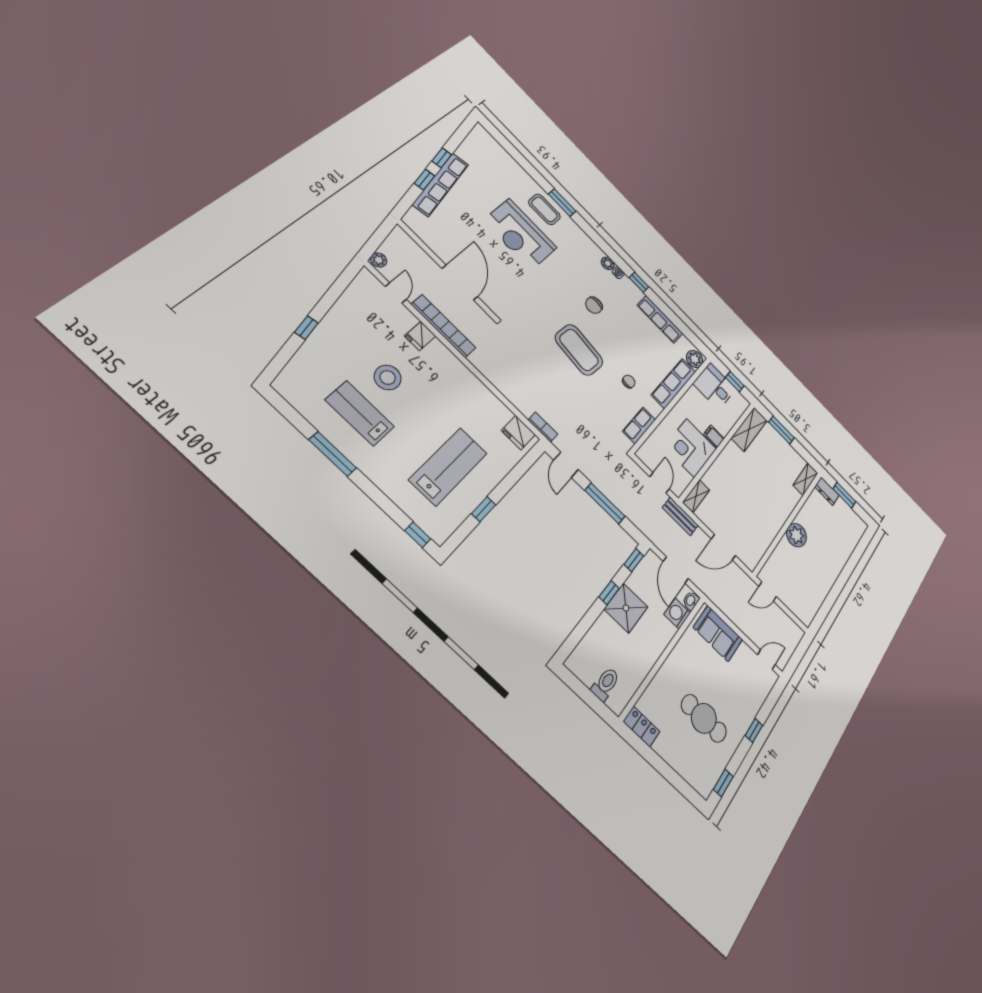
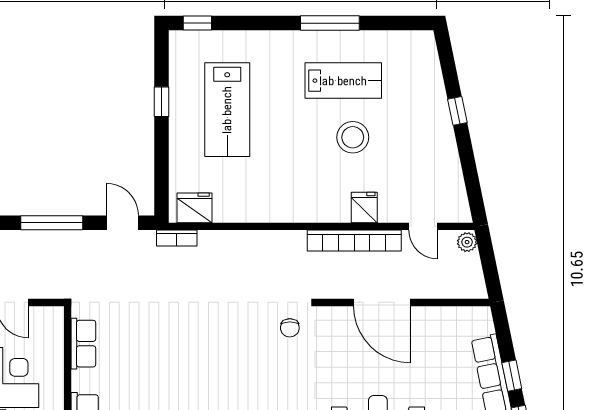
coffee table: (579, 350) -> (212, 360), removed
chair: (629, 382) -> (290, 328), moved

